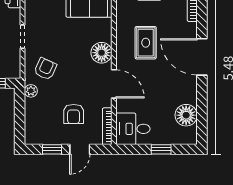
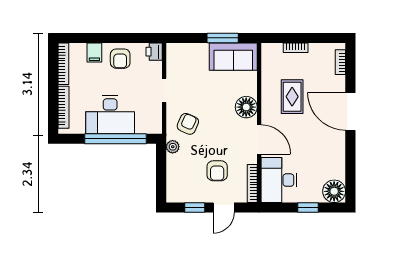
floor lamp: (186, 115) -> (334, 191), moved
desk: (133, 129) -> (279, 180), width x1.37

